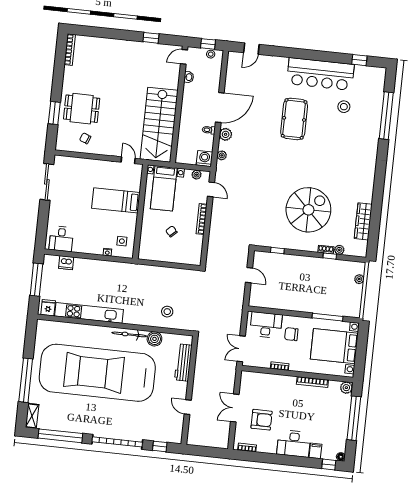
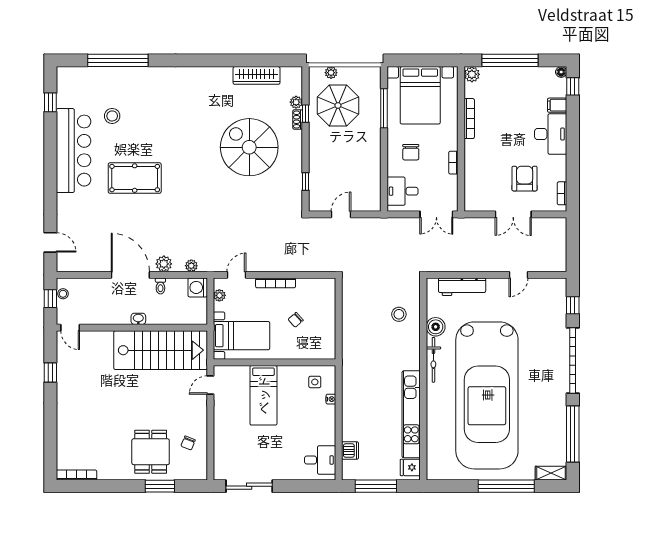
washbasin: (189, 77) -> (138, 319), moved
parasol: (333, 282) -> (338, 105), added
desk: (266, 325) -> (402, 191), width x0.73

